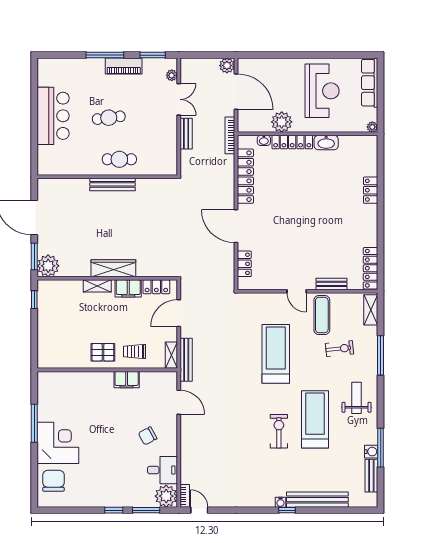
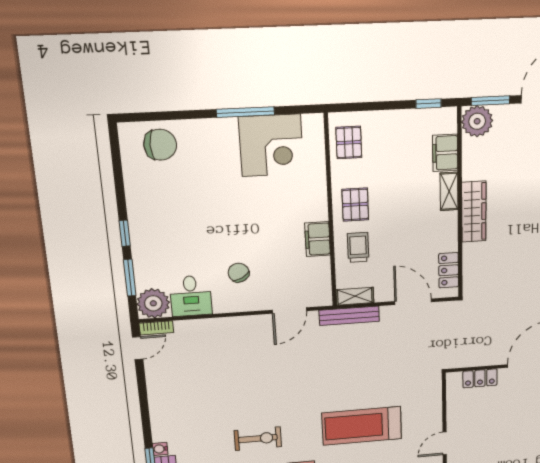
filing cabinet: (128, 288) -> (445, 153), moved
treadmill: (276, 354) -> (362, 426), turned 180
pallet: (59, 355) -> (349, 143), added
corner desk: (58, 443) -> (271, 145), moved

